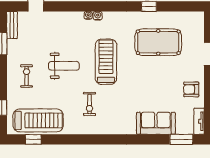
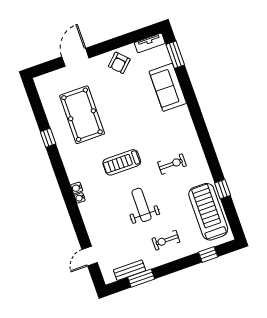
bench: (12, 25) -> (130, 270), moved
treadmill: (106, 62) -> (122, 162), width x0.73, depth x0.73
armchair: (191, 89) -> (119, 63), turned 46
window: (33, 139) -> (223, 189), moved

